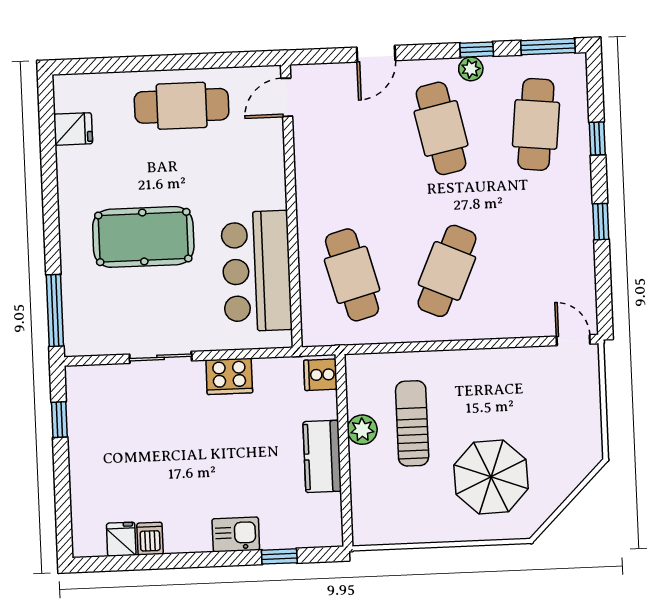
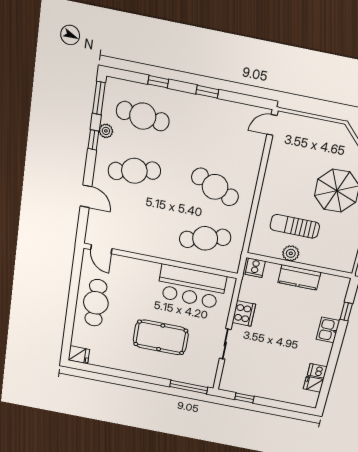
plant: (471, 69) -> (106, 131), moved
fridge: (73, 129) -> (79, 355), moved, turned 90
pool table: (143, 237) -> (161, 337), turned 90

